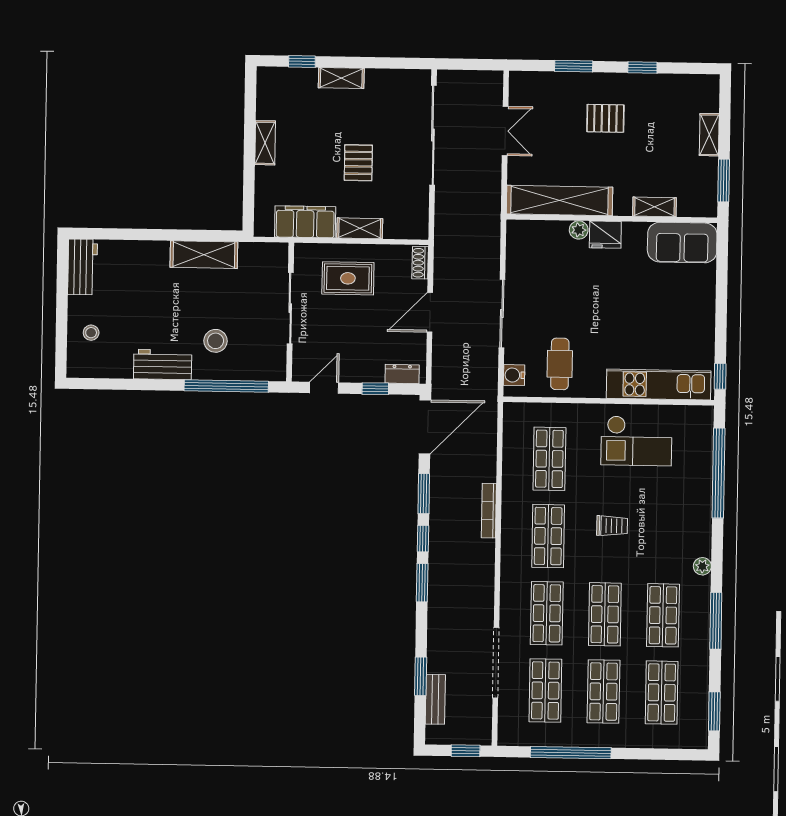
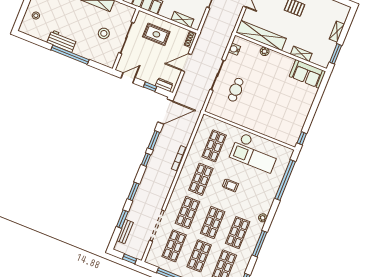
shelving: (360, 228) -> (182, 20), moved
fridge: (605, 235) -> (275, 58), removed
stool: (216, 341) -> (104, 33), moved
cafe table: (560, 364) -> (236, 90), moved
water cooler: (514, 375) -> (234, 49), moved
kitchen unit: (659, 385) -> (274, 132), removed
window: (226, 386) -> (70, 55), moved
checkout: (636, 441) -> (255, 152), width x1.36, depth x1.21
window: (422, 583) -> (133, 191), moved

